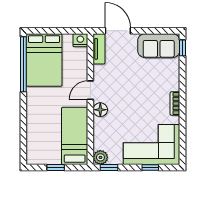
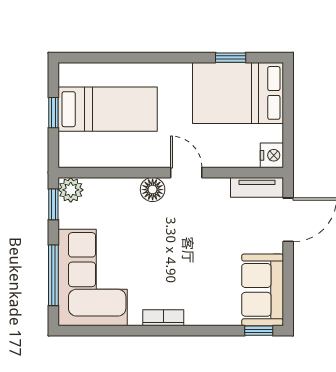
window: (23, 64) -> (231, 58), width x0.32
bed: (75, 136) -> (108, 109), moved
window: (150, 167) -> (53, 275), width x2.17

